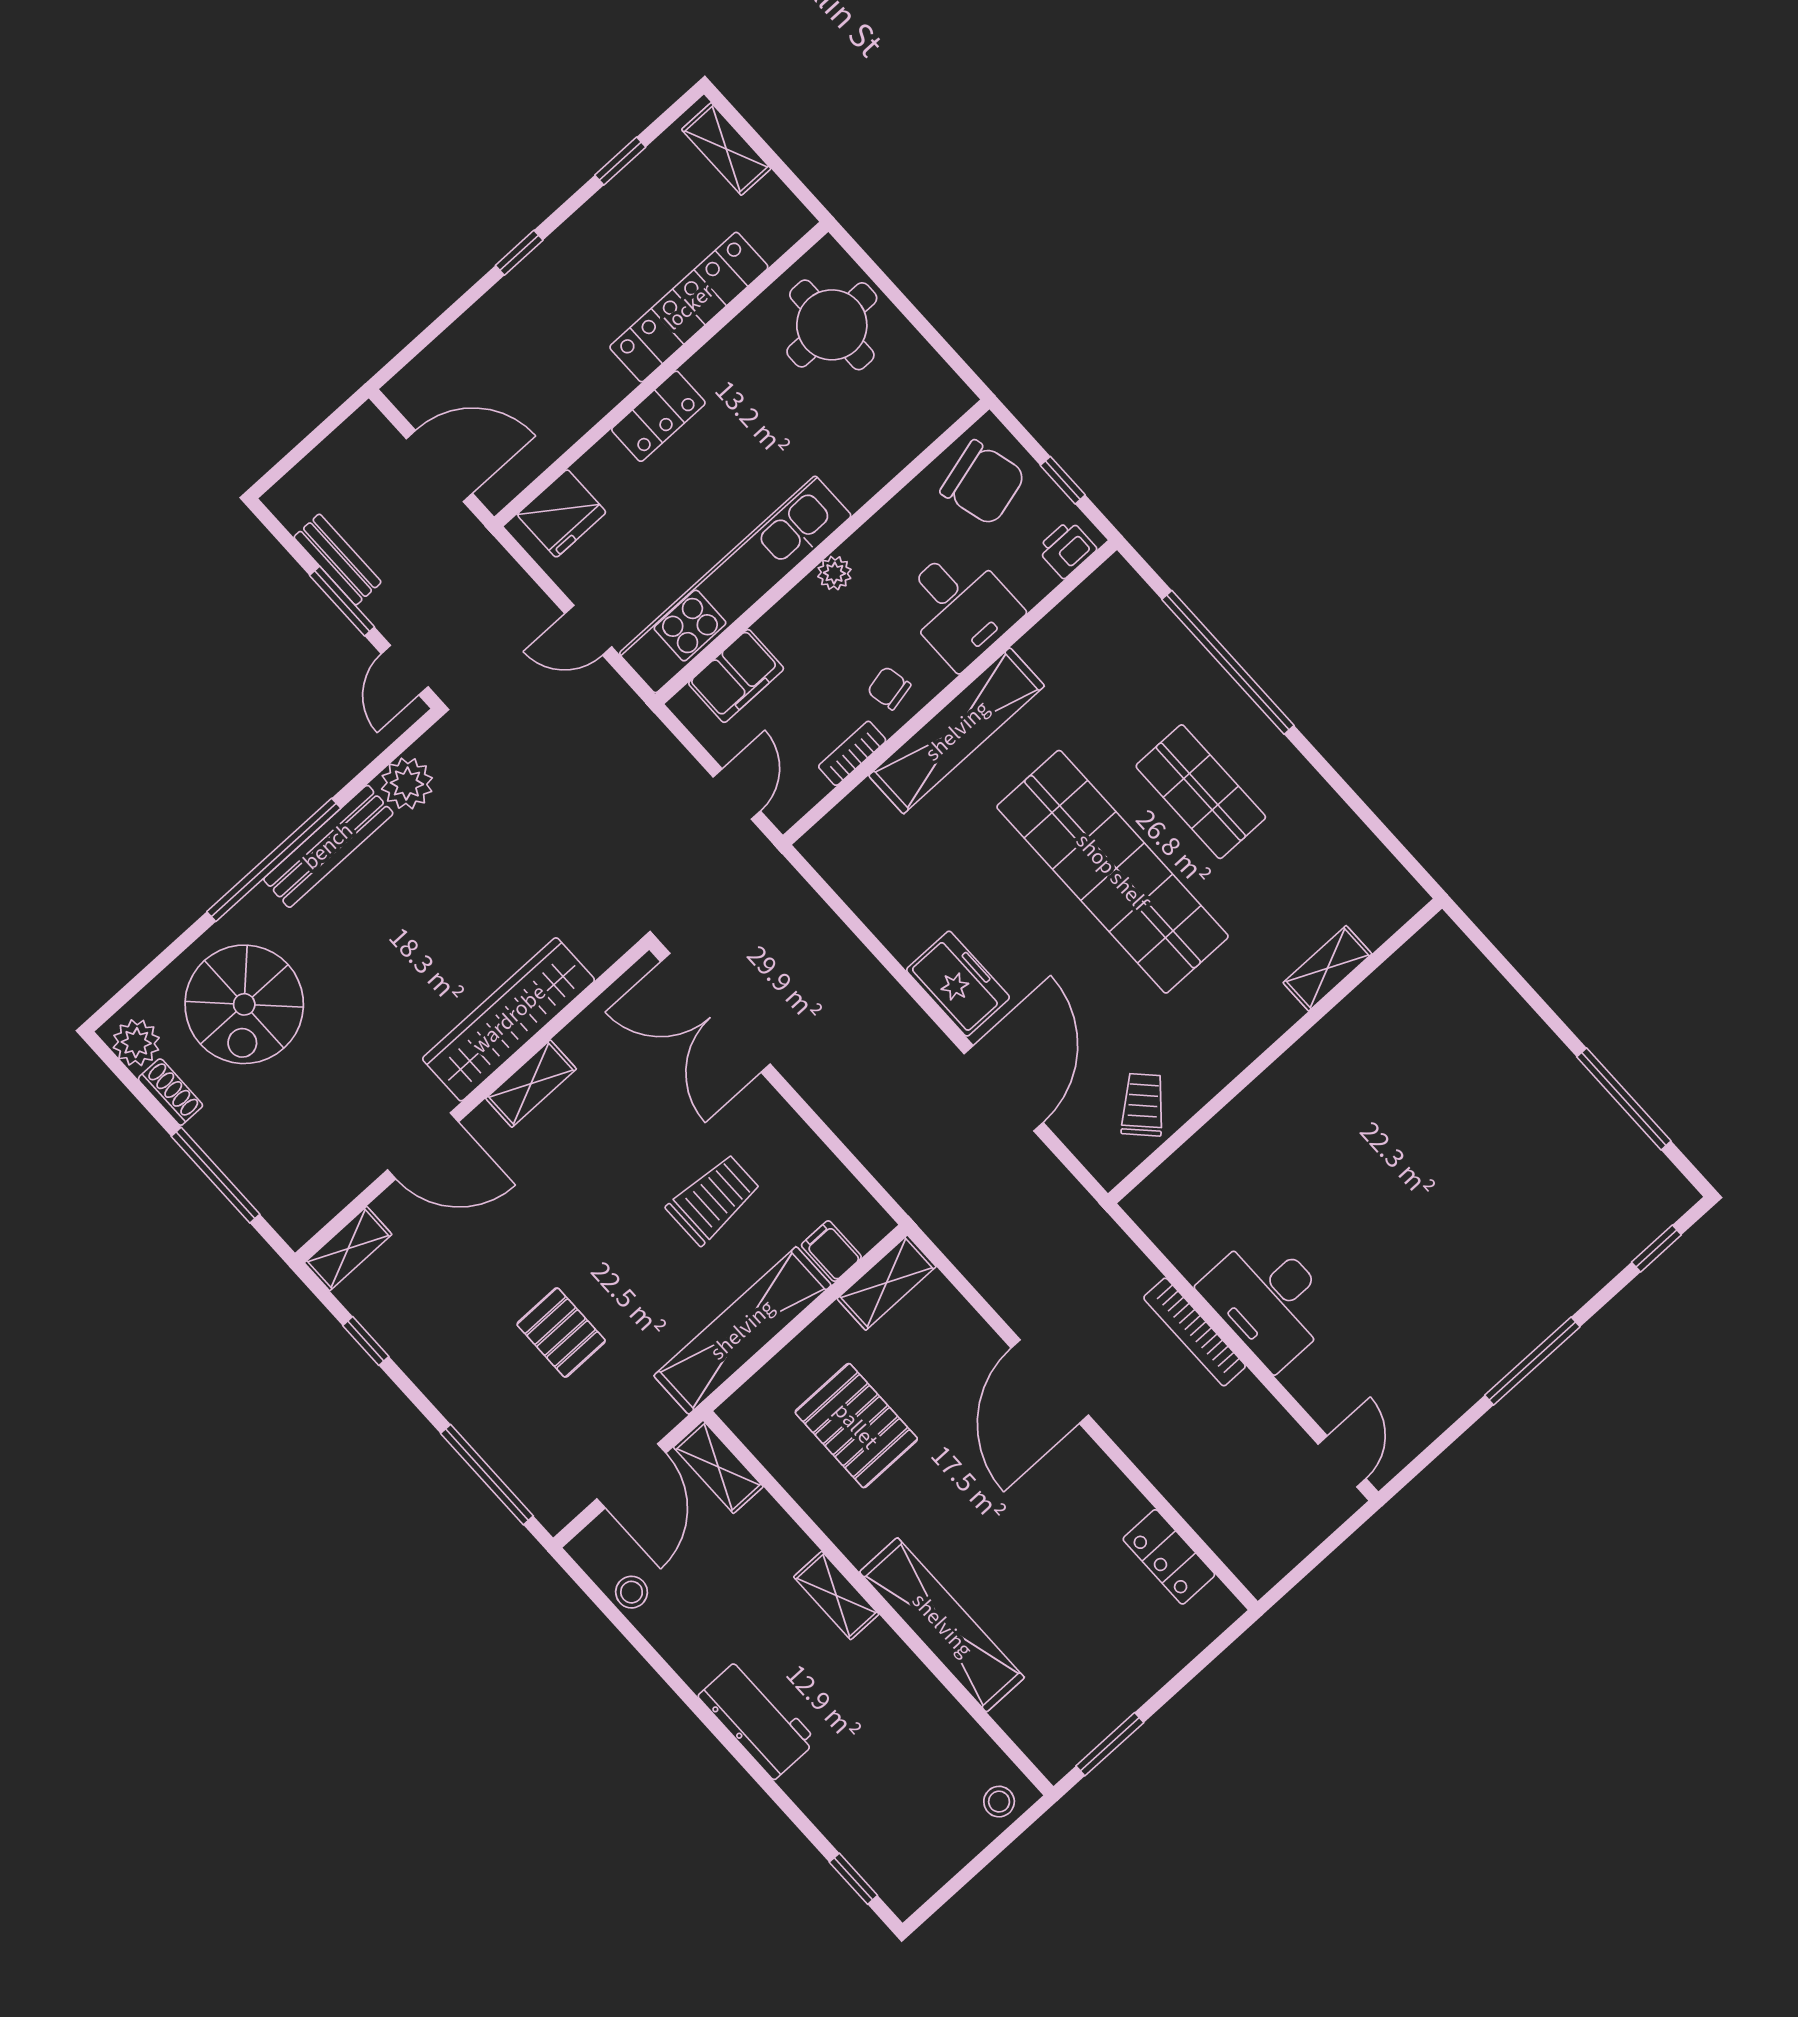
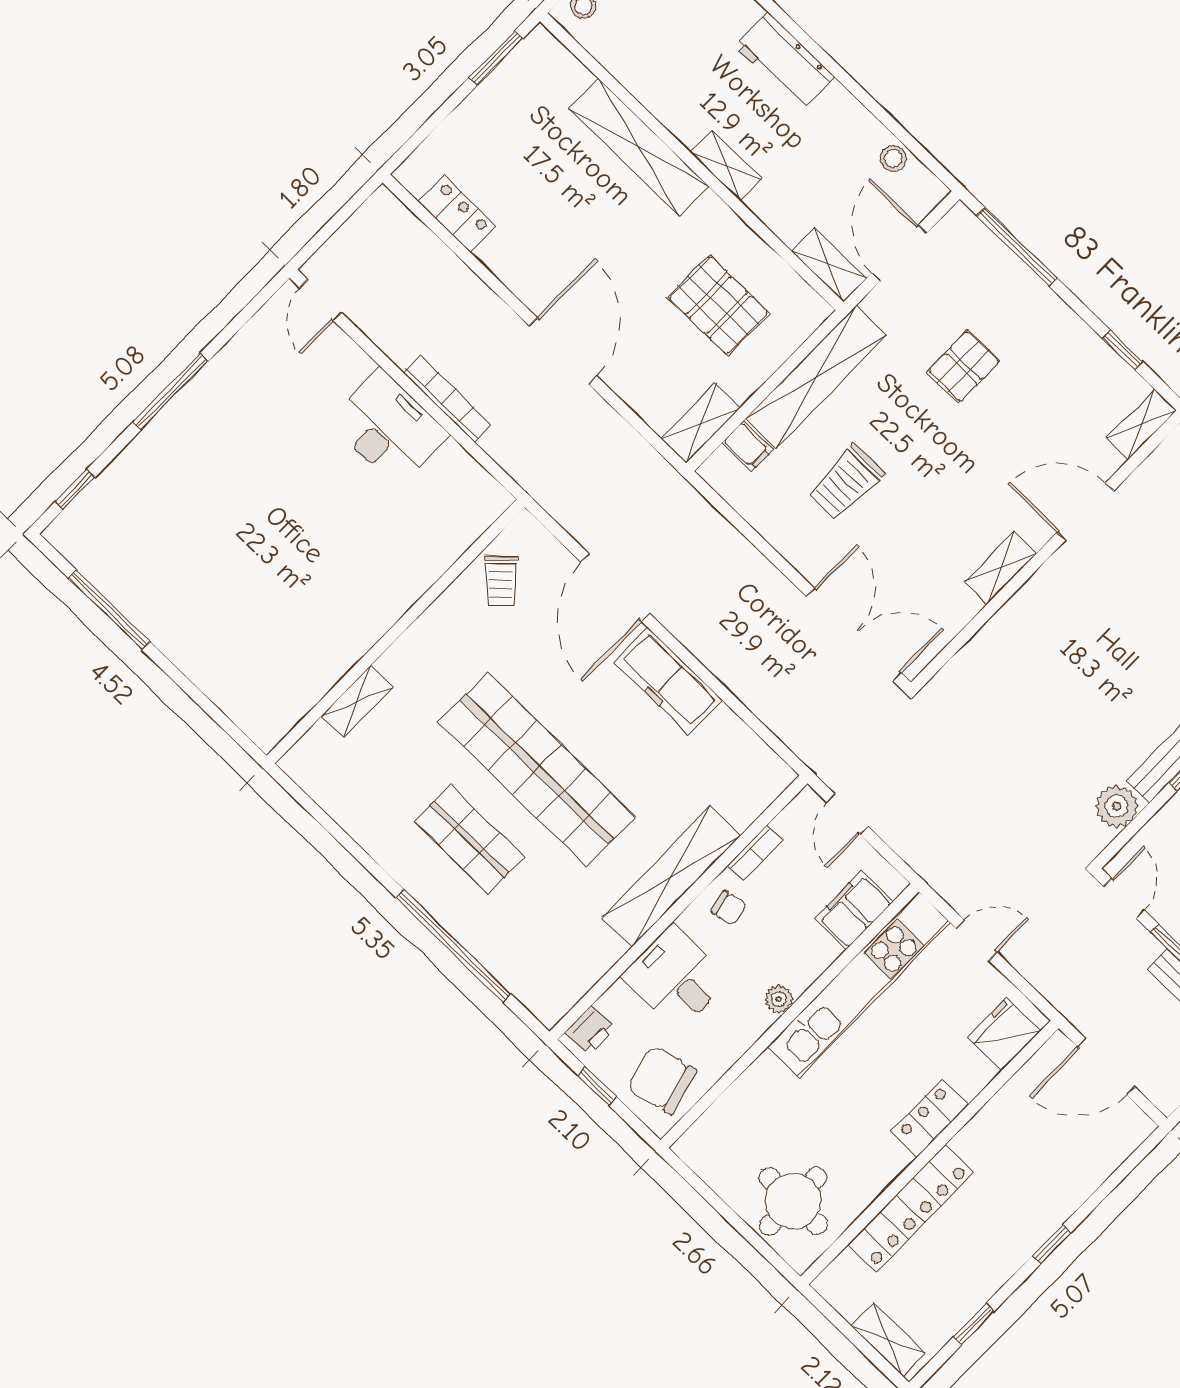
freezer: (958, 984) -> (668, 681), width x1.40
wardrobe: (509, 1019) -> (1022, 619), removed
pallet: (561, 1333) -> (964, 366), turned 90

